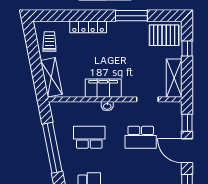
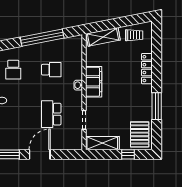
window: (187, 123) -> (64, 154), removed
school desk: (89, 137) -> (51, 70), width x0.54

